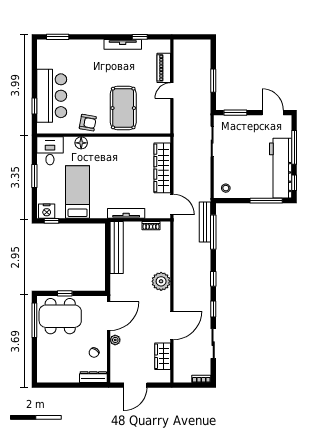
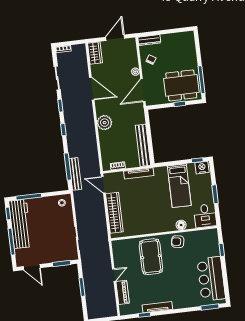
bar counter: (52, 96) -> (211, 279), moved
door: (172, 325) -> (92, 89), swing flipped
wardrobe: (163, 356) -> (95, 53), moved

